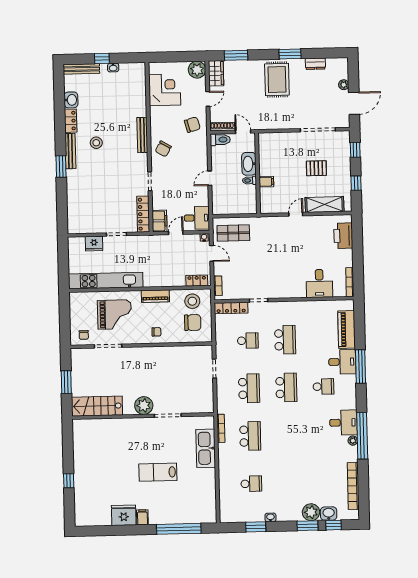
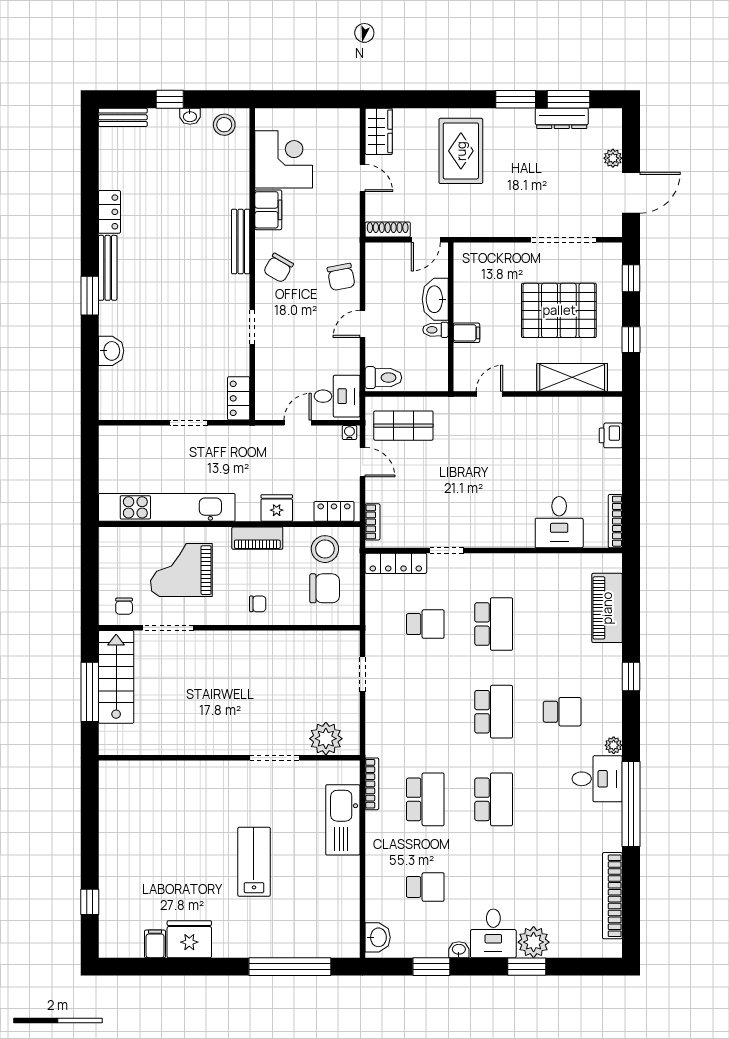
window: (236, 55) -> (569, 99), moved
dresser: (315, 64) -> (562, 118), width x1.44
bench: (81, 69) -> (123, 117), width x0.73
plant: (197, 70) -> (344, 124), removed
rug: (277, 79) -> (461, 151), moved
door: (208, 99) -> (363, 178), hinge flipped
washbasin: (71, 100) -> (111, 351), moved
chair: (192, 125) -> (341, 277), moved, turned 95
door: (243, 132) -> (426, 240), swing flipped
toilet: (220, 140) -> (383, 378), moved
stool: (96, 143) -> (224, 125), moved
pallet: (316, 168) -> (559, 310), width x2.05, depth x2.00
locker: (143, 214) -> (239, 398), width x0.66
door: (296, 214) -> (489, 394), moved
filing cabinet: (159, 221) -> (268, 210), moved
printer: (343, 236) -> (611, 435), width x0.53, depth x0.68
fridge: (94, 244) -> (277, 508), moved, turned 180
grand piano: (115, 315) -> (181, 570), turned 180
desk: (342, 362) -> (493, 933), moved, turned 90
window: (360, 366) -> (631, 677), width x0.46
window: (66, 382) -> (90, 692), width x1.44
school desk: (249, 388) -> (494, 799), moved
stairs: (97, 406) -> (116, 677), moved, turned 90
plant: (144, 406) -> (326, 739), moved
plant: (353, 441) -> (614, 745), moved
lab bench: (158, 472) -> (254, 862), turned 90
window: (69, 481) -> (90, 902), moved
washbasin: (329, 514) -> (378, 937), moved, turned 90
filing cabinet: (142, 517) -> (155, 944), moved
window: (333, 525) -> (574, 967), removed

